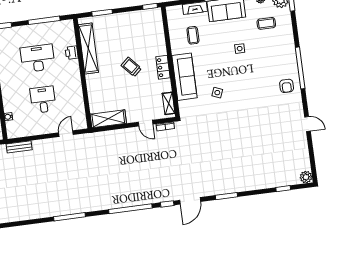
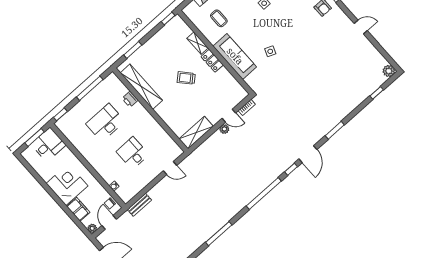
shelving: (169, 103) -> (198, 43), moved
plant: (134, 132) -> (224, 129), added
door: (66, 134) -> (170, 168), swing flipped

